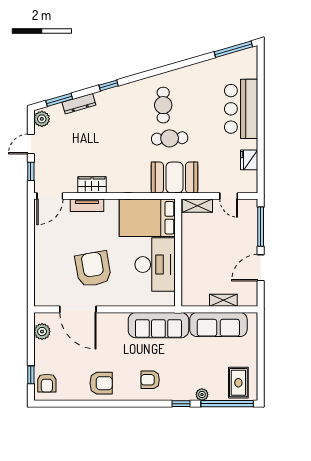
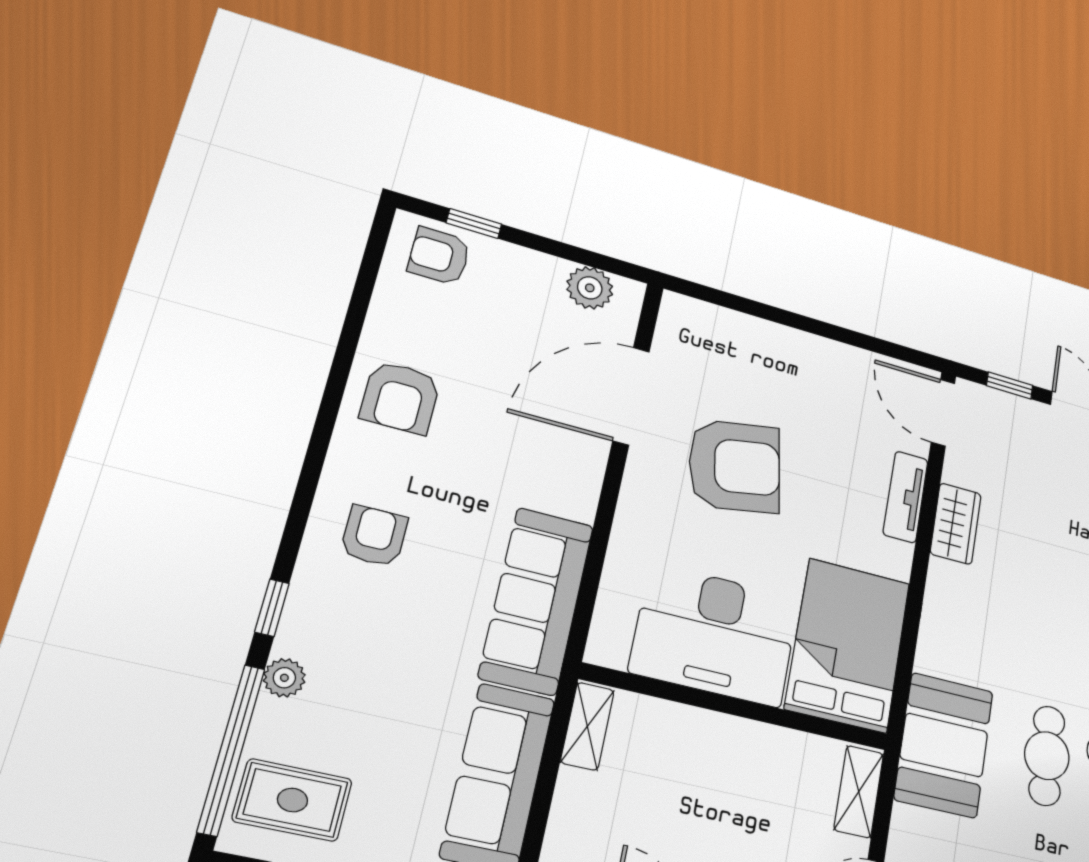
shelving: (223, 300) -> (587, 726), moved

